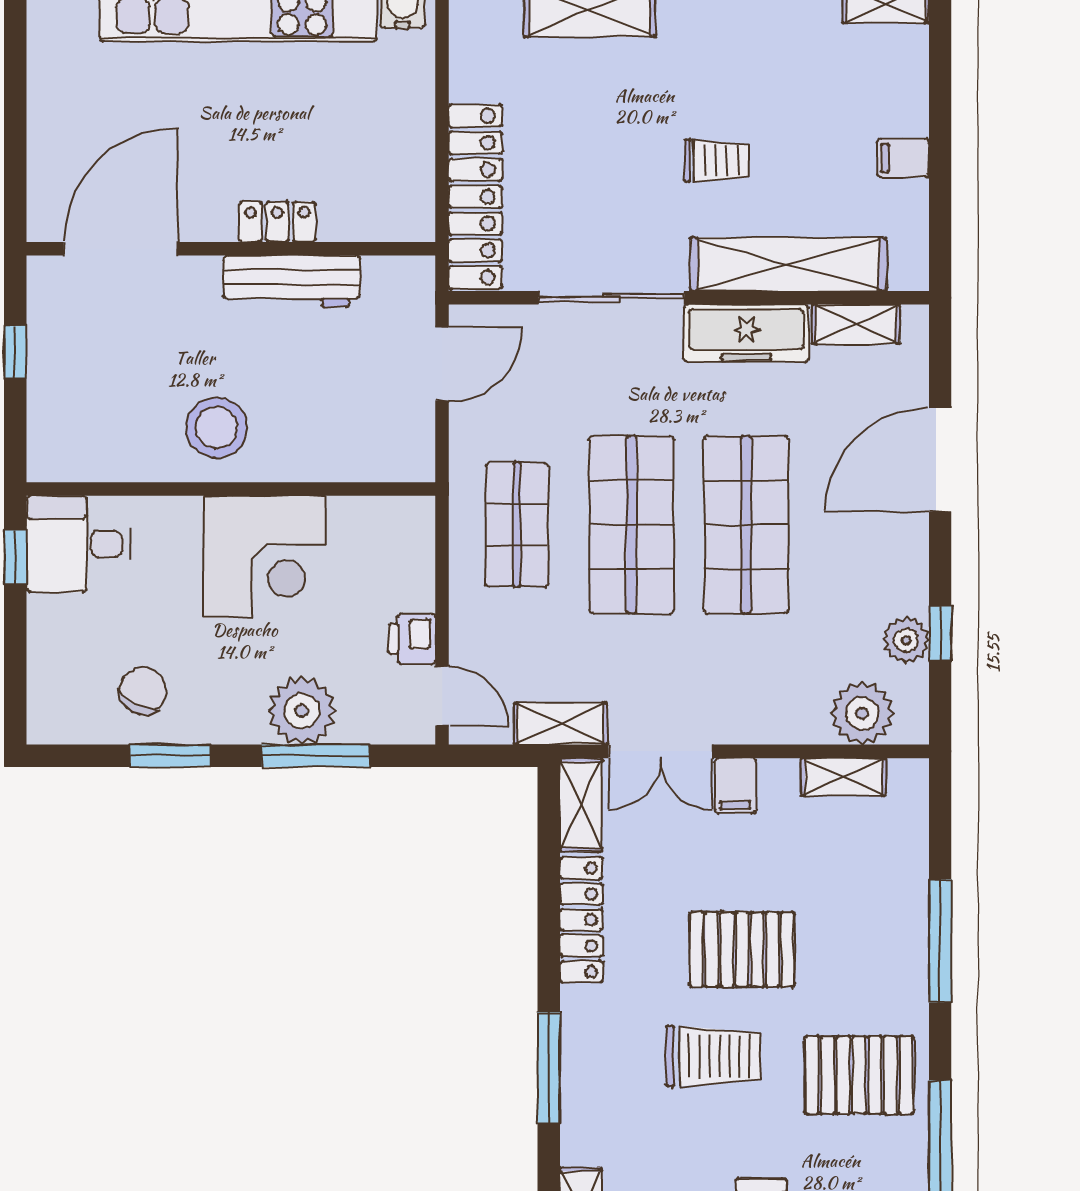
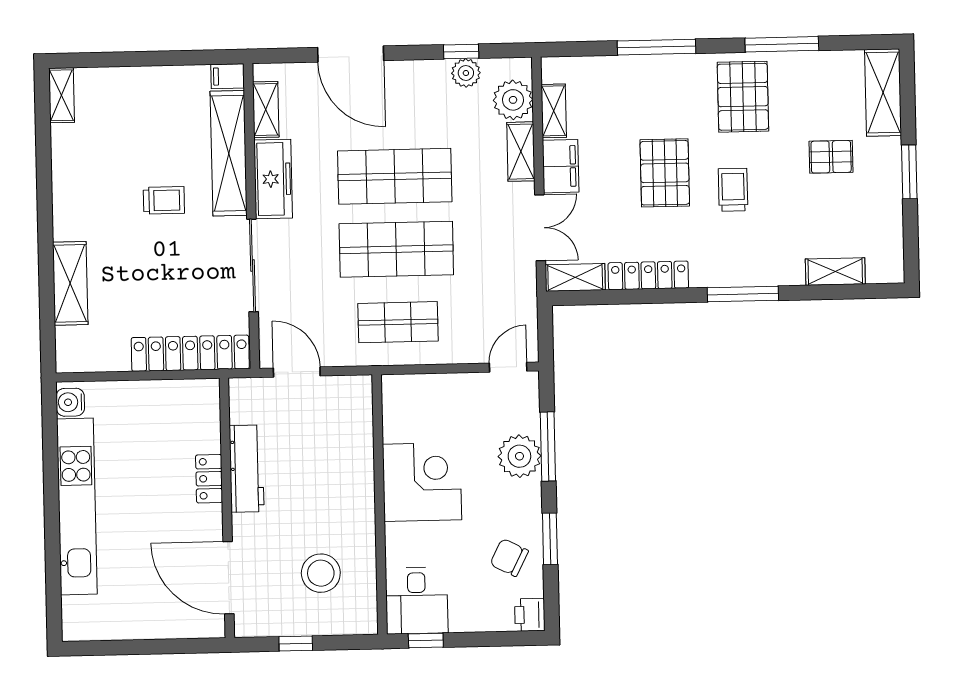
filing cabinet: (903, 158) -> (228, 76), moved, turned 90
trolley: (717, 161) -> (164, 200), turned 90
stool: (217, 428) -> (321, 573), moved
printer: (412, 639) -> (530, 615), moved, turned 90
shelving: (561, 724) -> (521, 152), moved
filing cabinet: (735, 786) -> (561, 166), width x2.00
trolley: (713, 1056) -> (733, 190), width x0.73, depth x0.72

